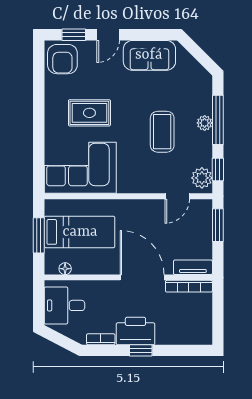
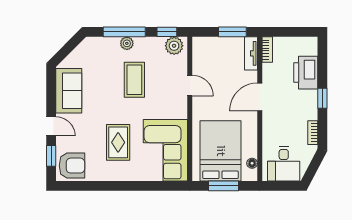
coffee table: (162, 132) -> (134, 80), turned 90
door: (177, 196) -> (190, 86), moved
window: (218, 225) -> (232, 32), moved
bed: (80, 232) -> (221, 151), width x1.50
door: (142, 277) -> (260, 97), width x0.73
bookcase: (189, 286) -> (267, 50), width x0.64
printer: (135, 331) -> (306, 73), moved

